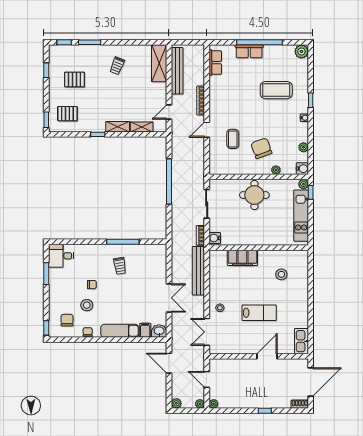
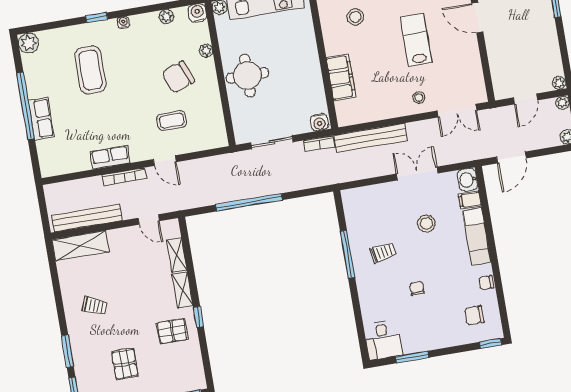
row of seats: (215, 63) -> (110, 157), moved
pallet: (67, 114) -> (172, 331), moved, turned 90
stool: (87, 305) -> (426, 223), moved

